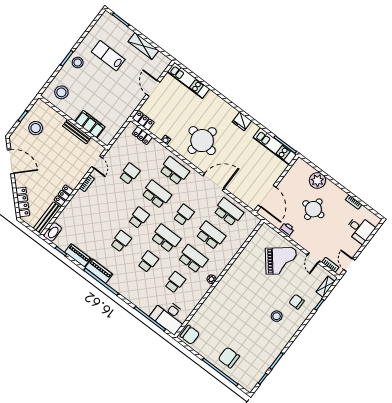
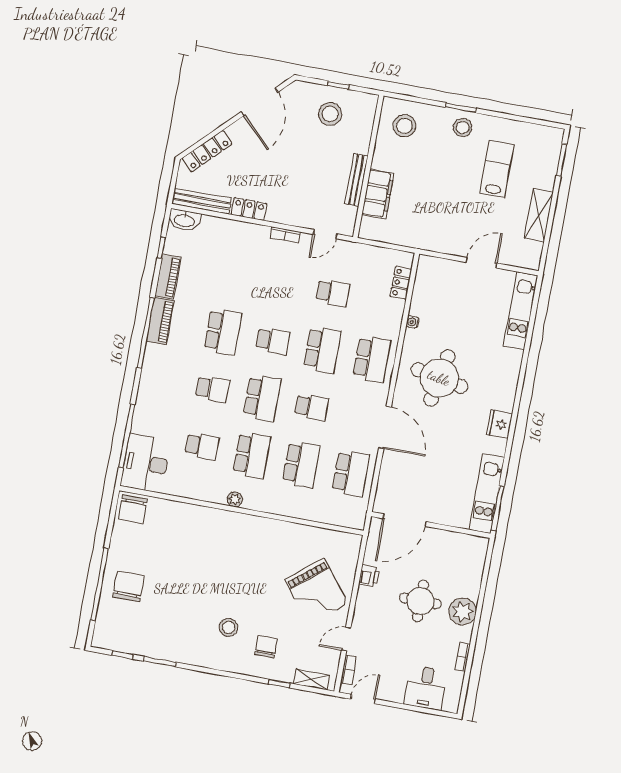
locker: (143, 121) -> (425, 273), removed
plant: (317, 181) -> (463, 611), moved
school desk: (121, 241) -> (223, 332), width x1.85

